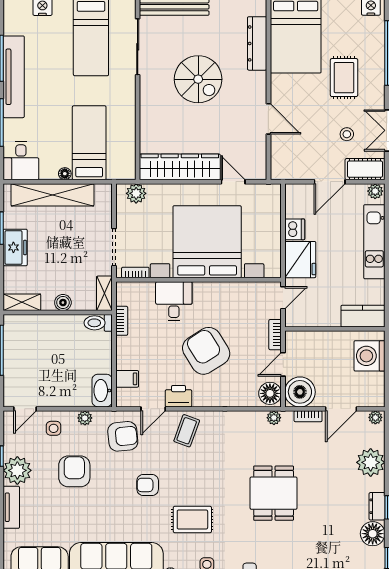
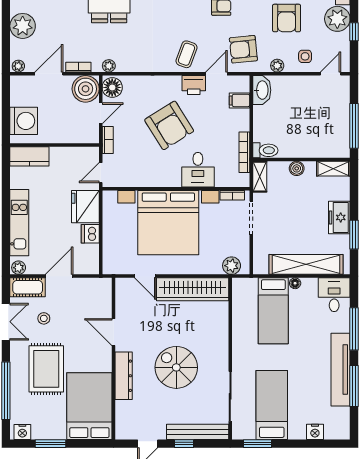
dresser: (257, 43) -> (124, 376), moved
rug: (344, 78) -> (46, 369), width x1.36, depth x1.43
bookcase: (122, 321) -> (244, 152), width x1.56

